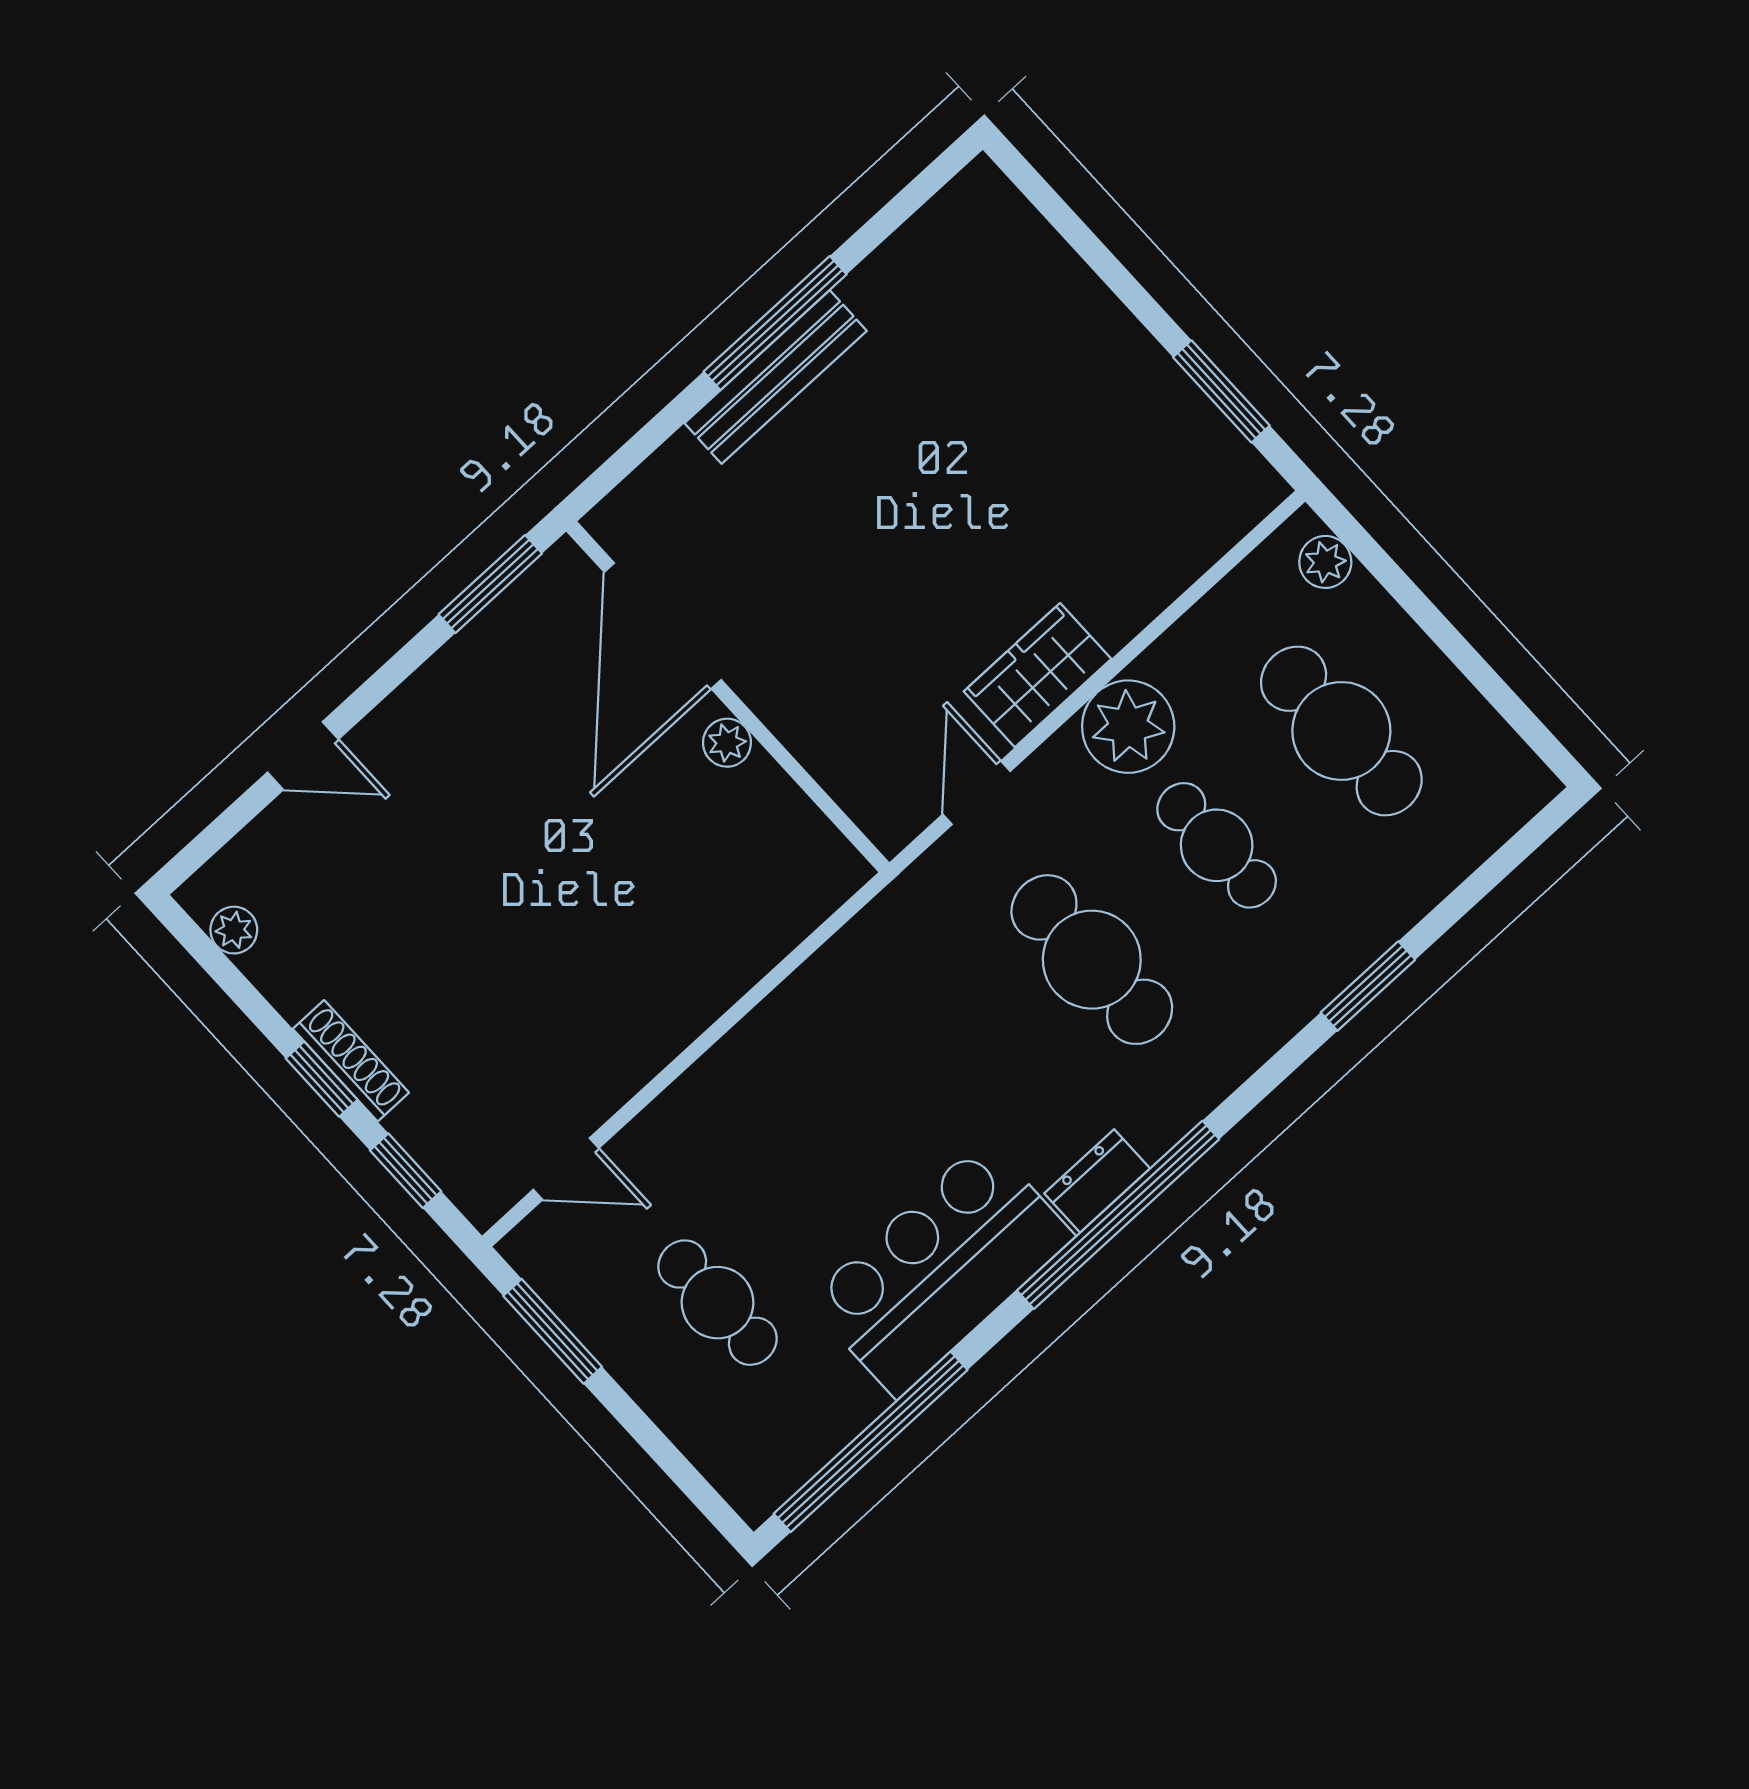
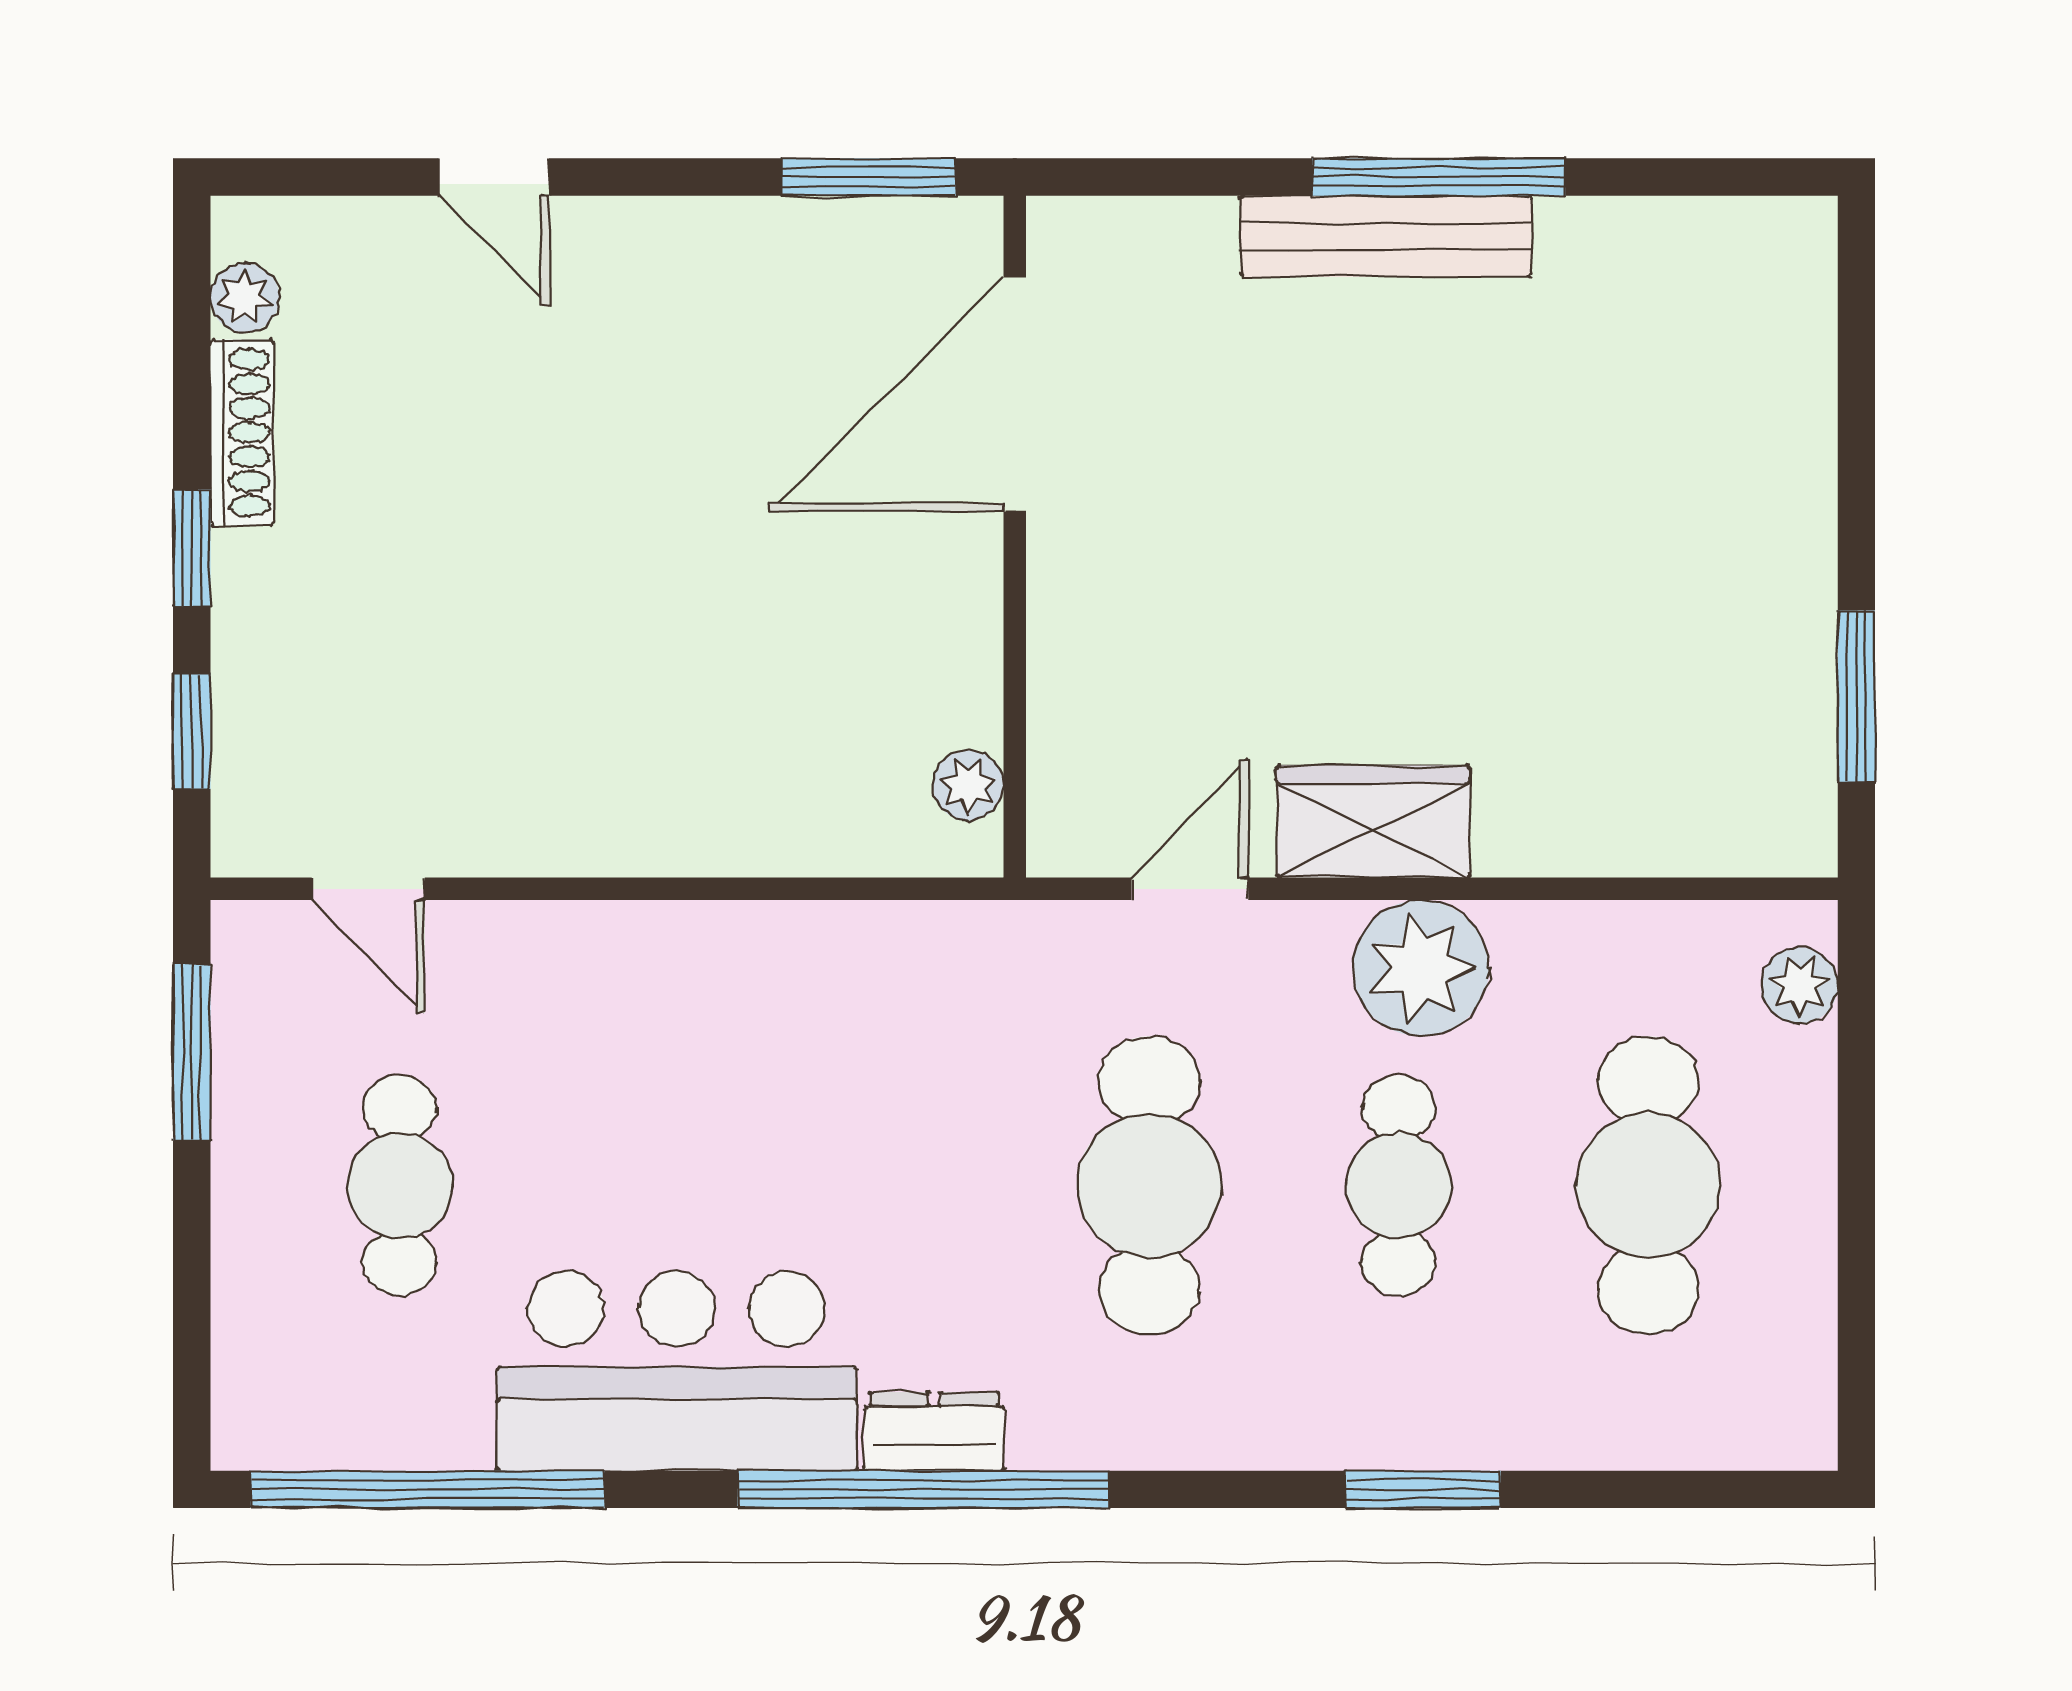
plant: (727, 743) -> (968, 785), moved
shoe rack: (351, 1061) -> (242, 433), moved

